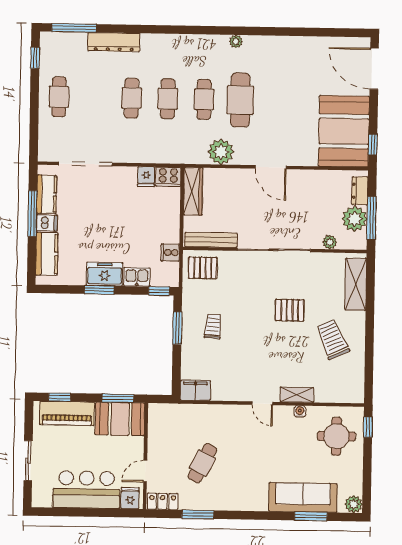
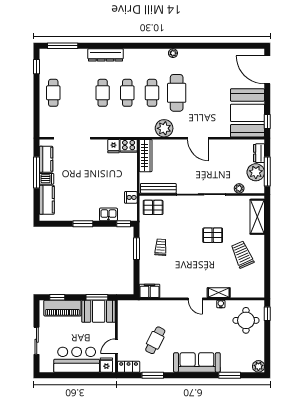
dresser: (114, 42) -> (106, 55), moved
freezer: (105, 274) -> (86, 213), removed
sofa: (303, 498) -> (197, 362), moved

